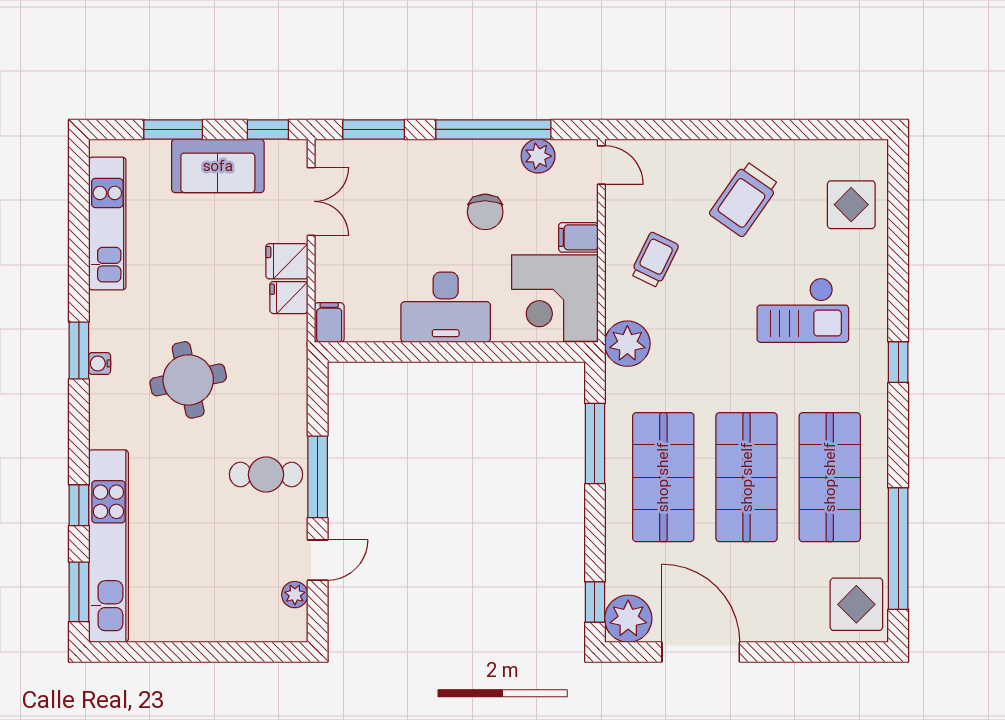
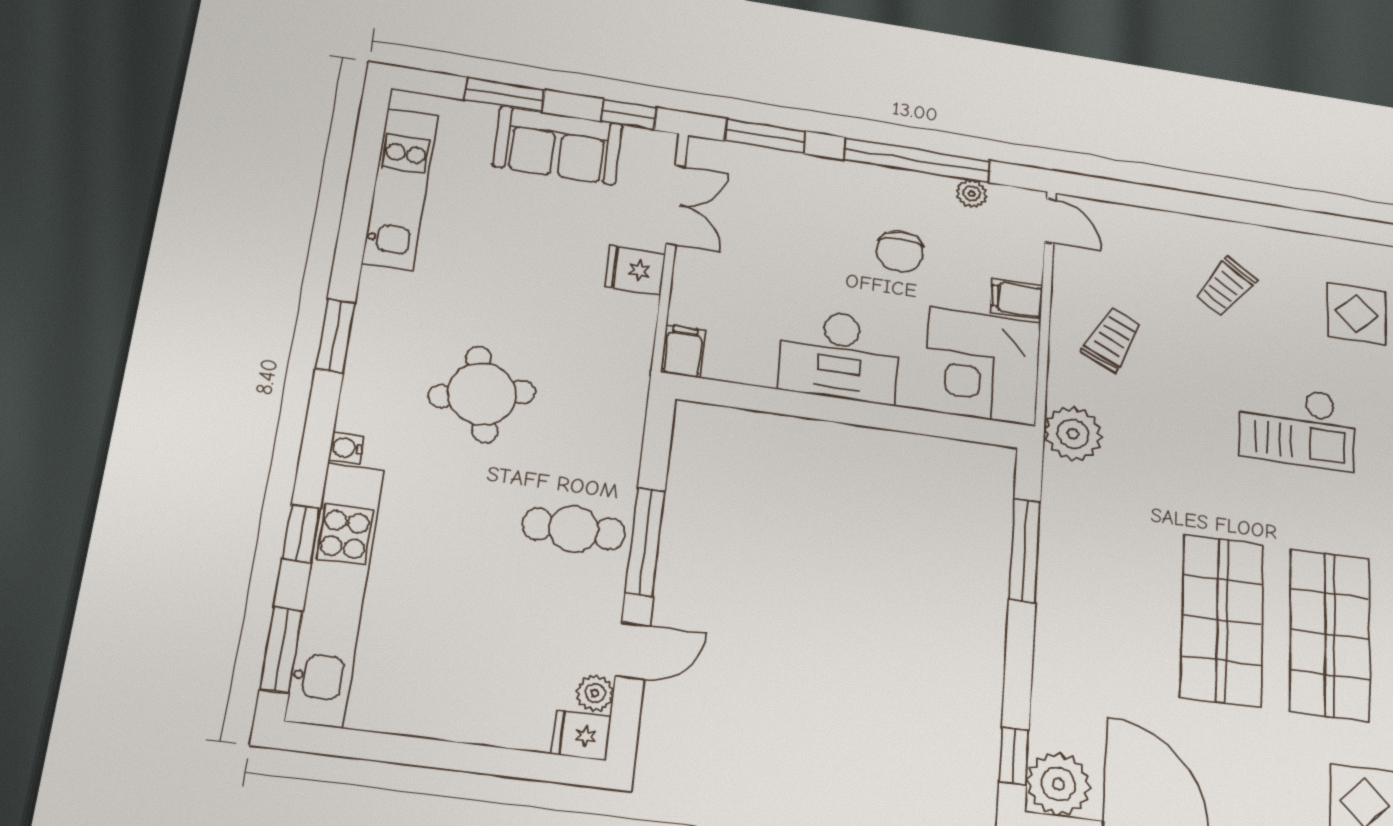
plant: (538, 156) -> (972, 193), width x0.73, depth x0.73
trolley: (744, 199) -> (1226, 287), width x0.73, depth x0.72
fridge: (289, 298) -> (581, 735), moved
water cooler: (100, 363) -> (346, 448), moved
shop shelf: (663, 477) -> (1113, 605), removed

